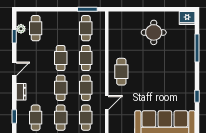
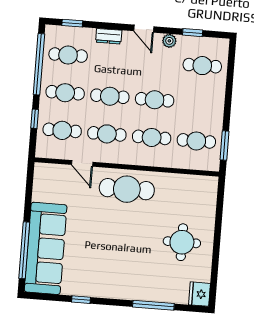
plant: (21, 29) -> (169, 41), moved
cafe table: (121, 72) -> (127, 189), width x1.37, depth x1.35

